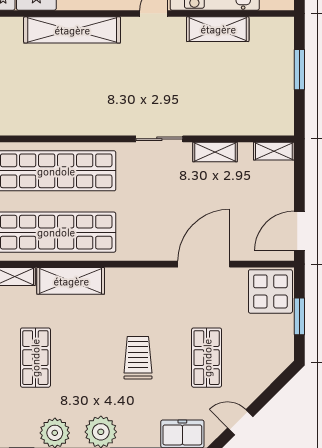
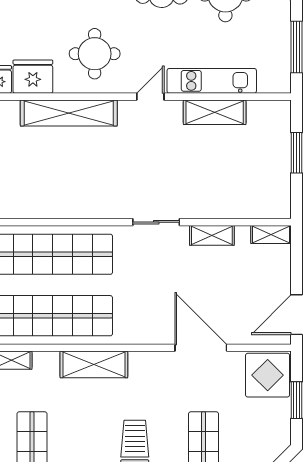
door: (204, 264) -> (201, 348), hinge flipped
shelving: (71, 281) -> (94, 364), moved

